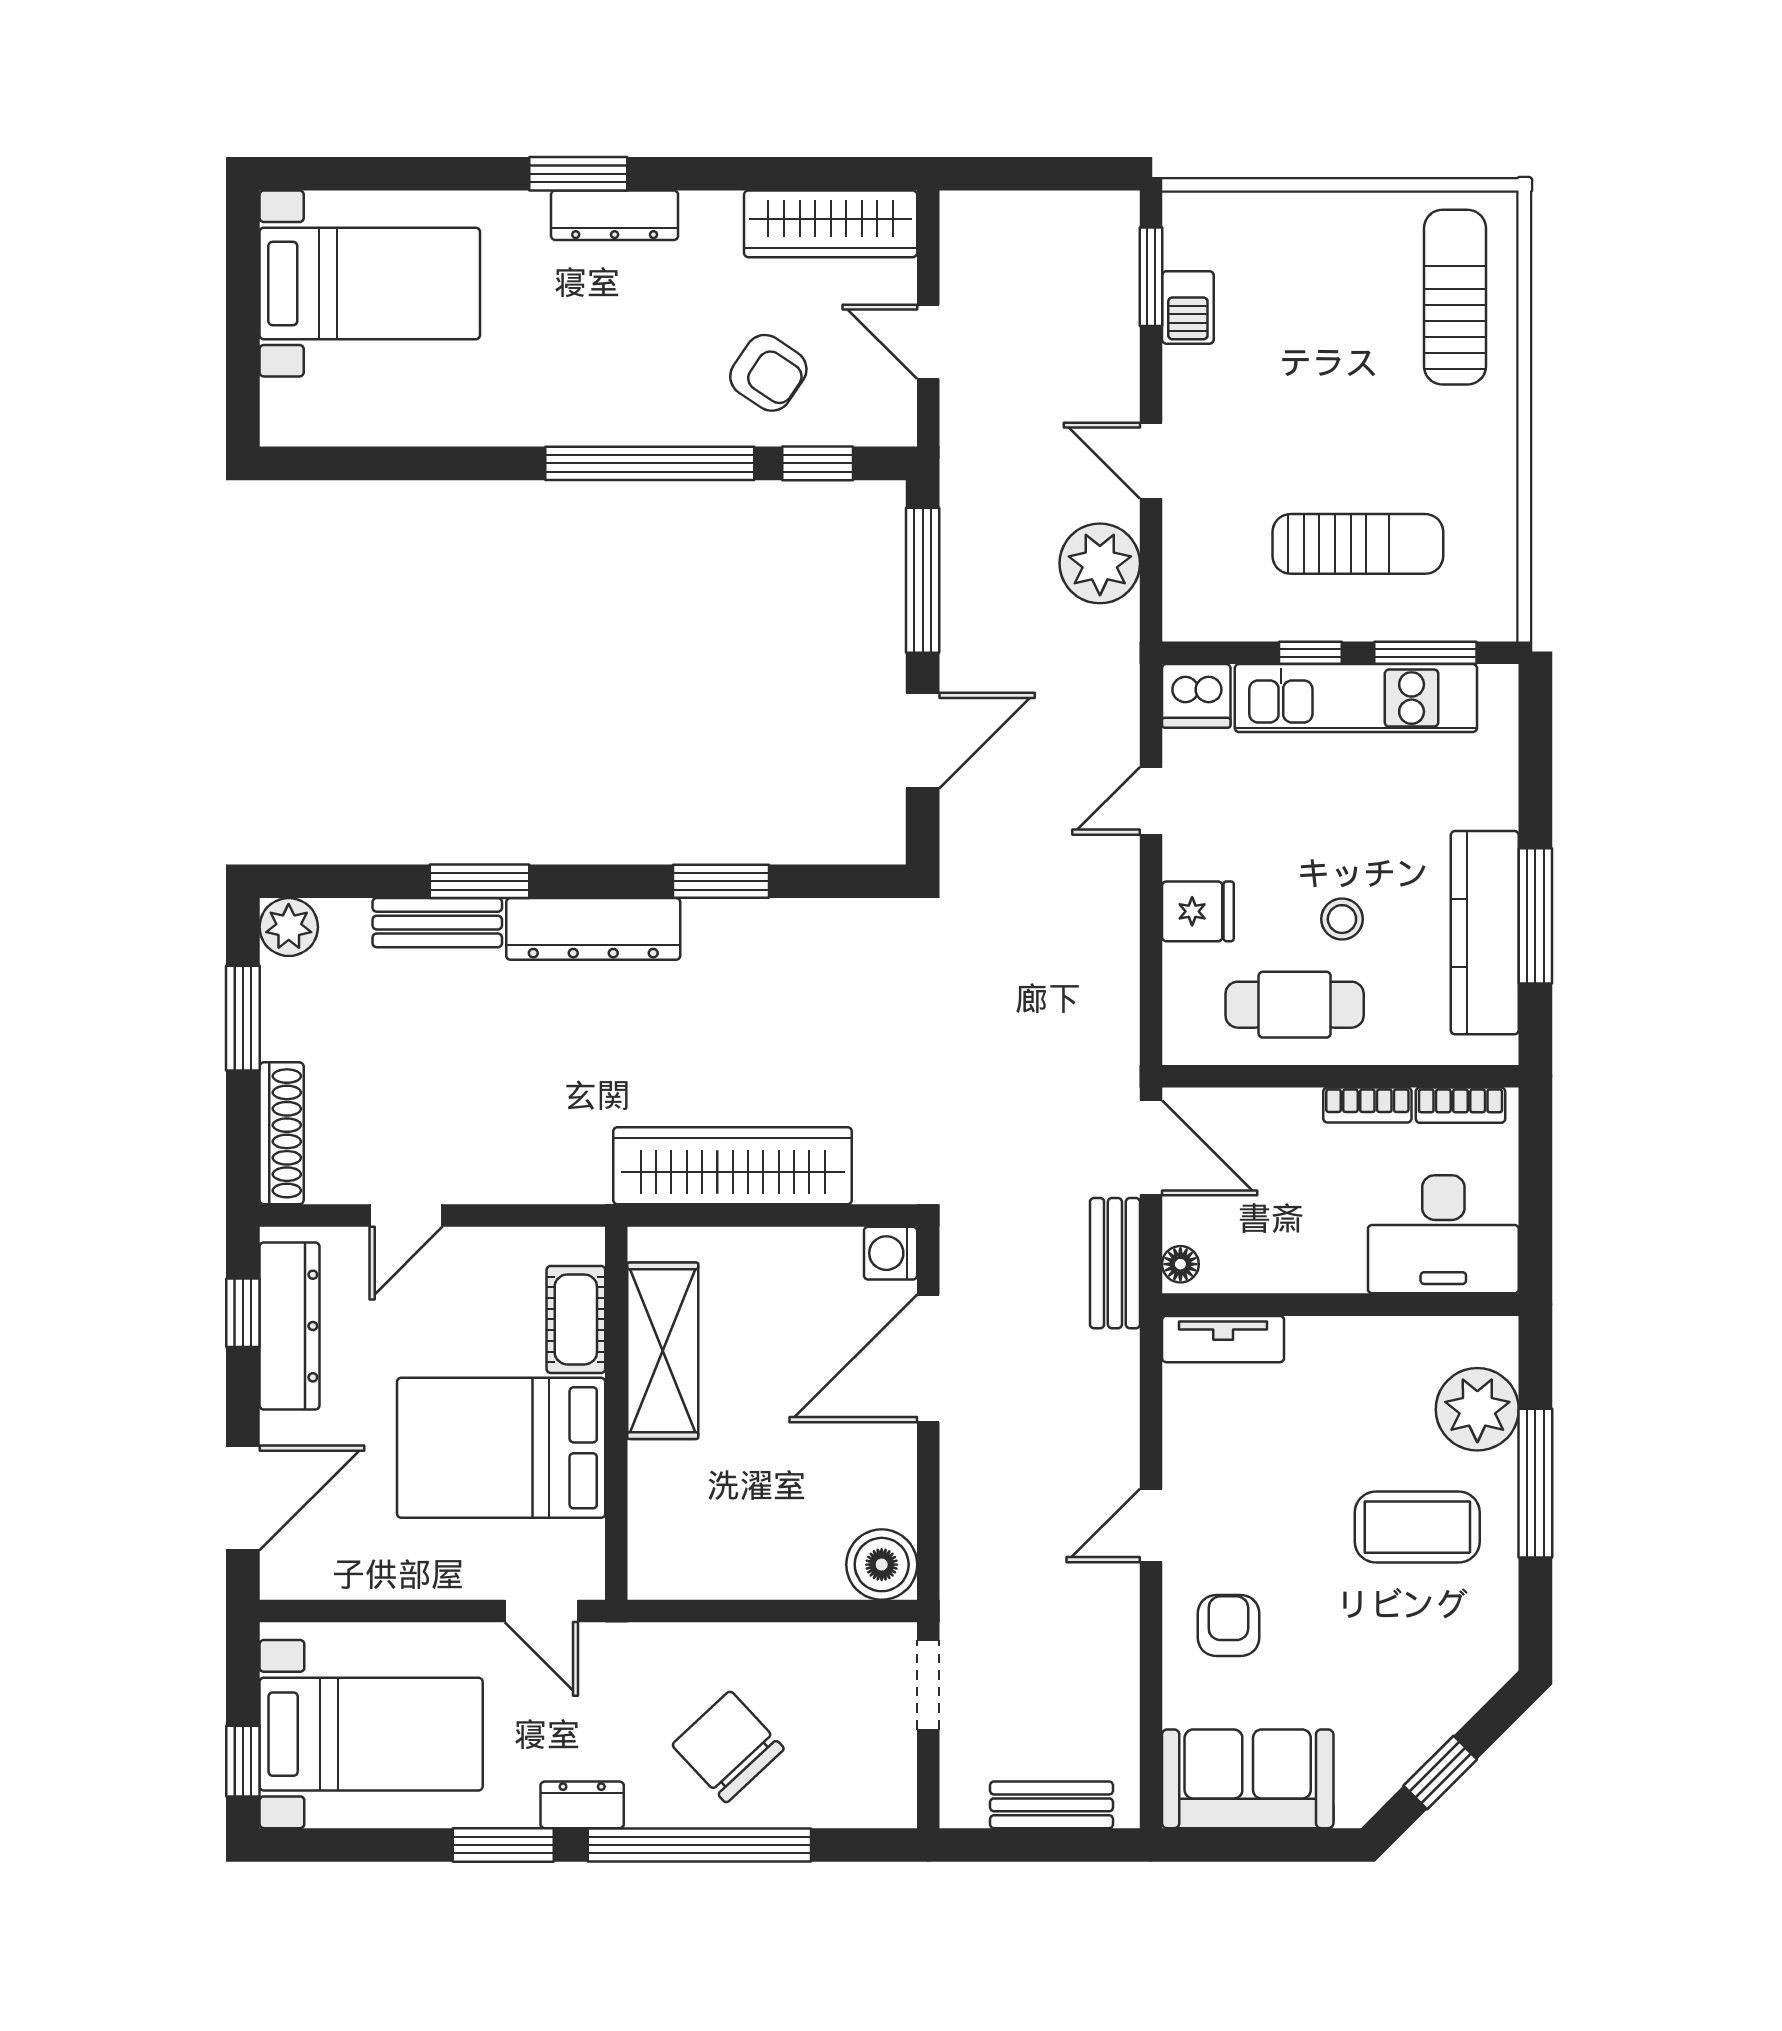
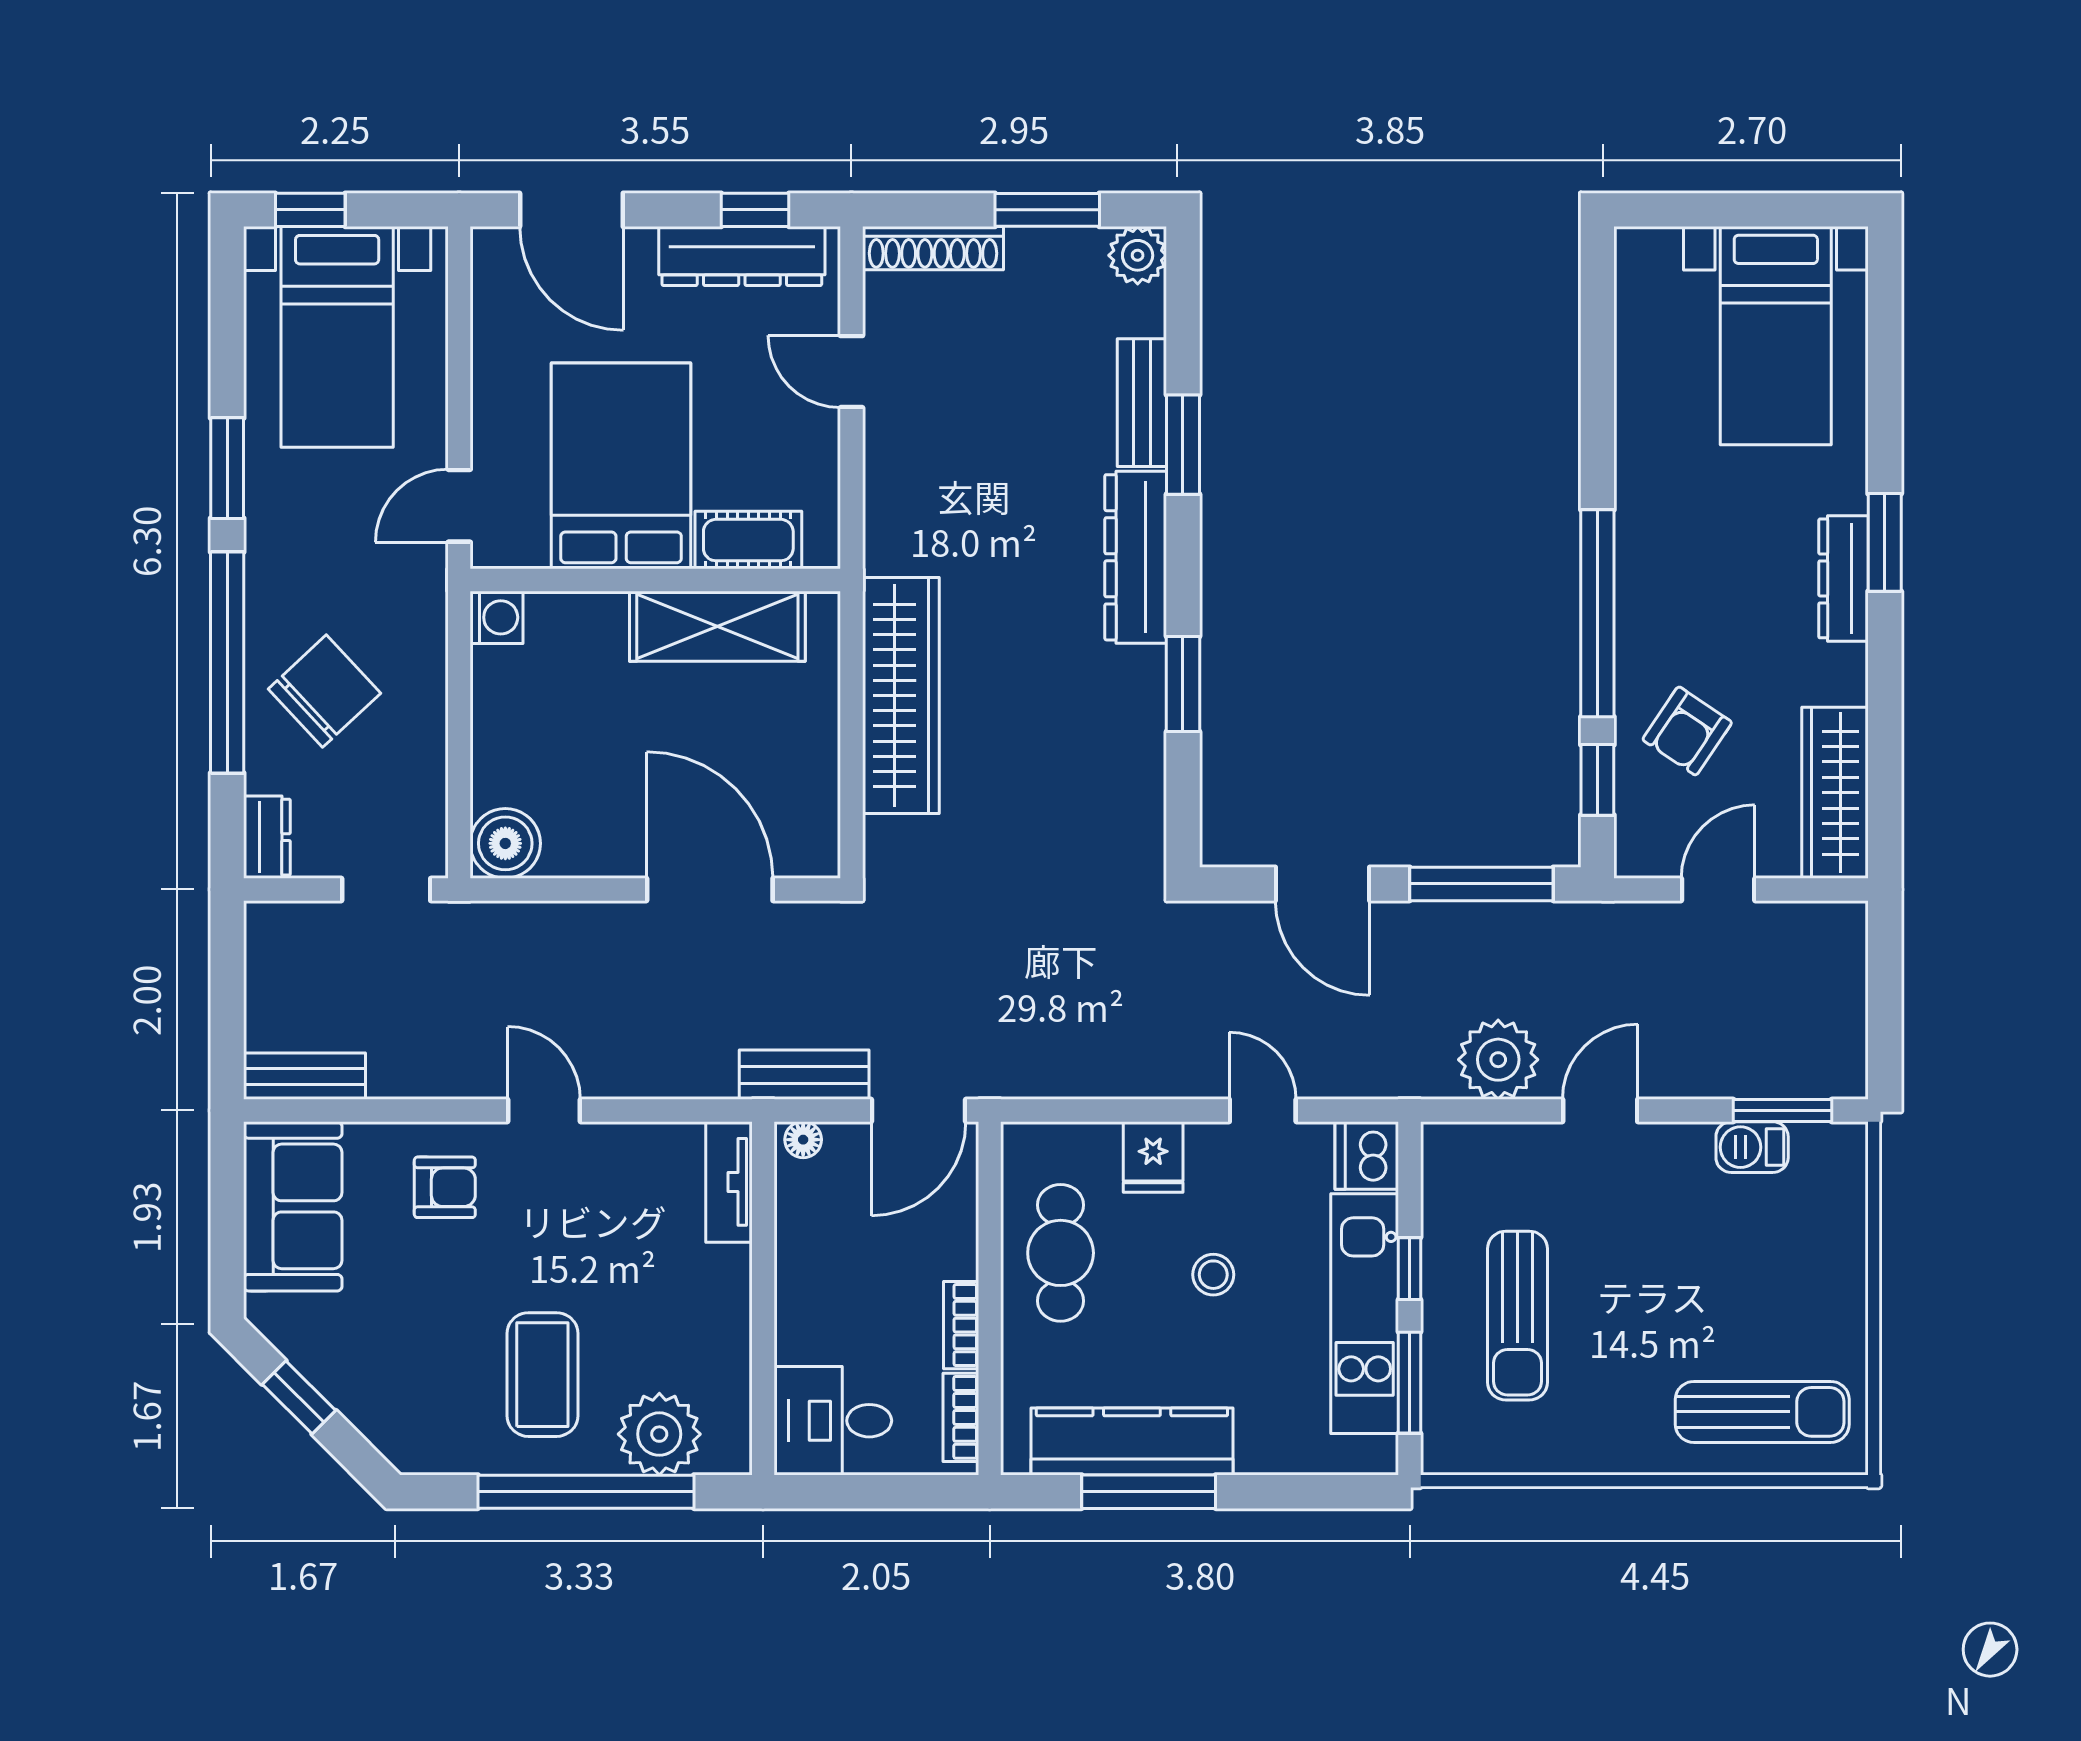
stool: (1342, 919) -> (1213, 1275), moved
desk: (1443, 1234) -> (833, 1421), width x0.73
washing machine: (891, 1253) -> (497, 617), moved, turned 90
window: (1535, 1483) -> (586, 1492), width x1.46
dresser: (582, 1805) -> (267, 837), moved
bench: (1052, 1805) -> (305, 1076), moved, turned 90

